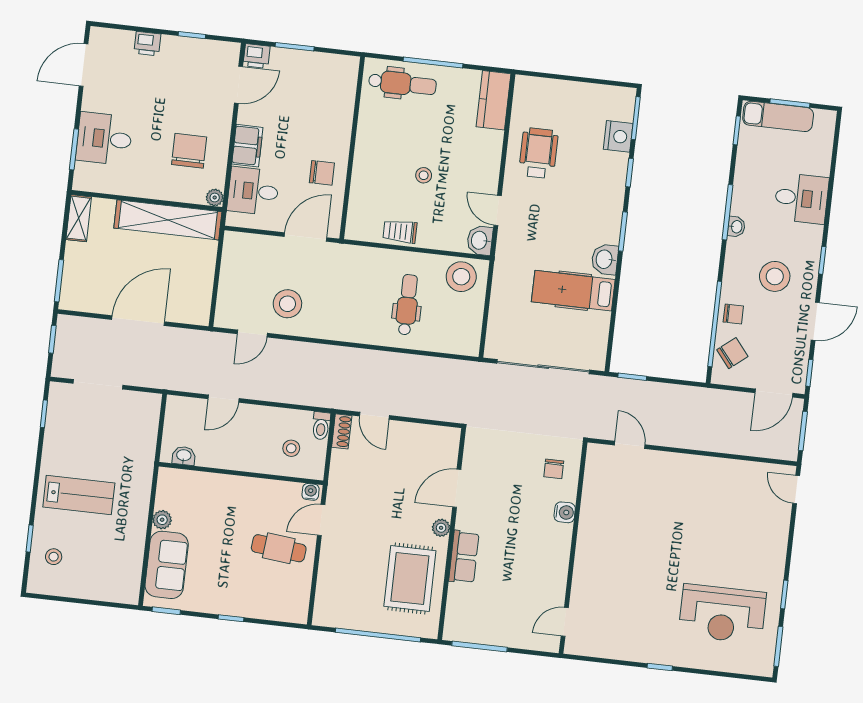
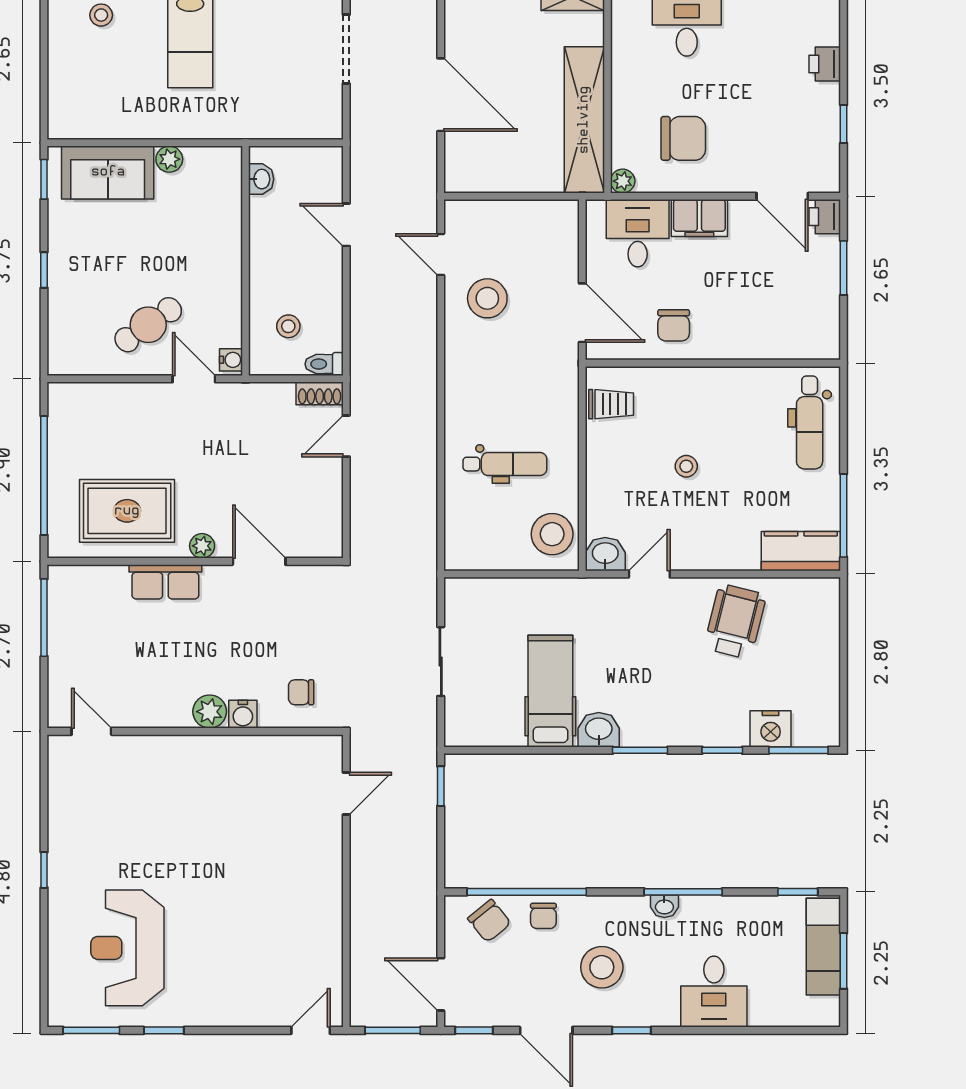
window: (433, 63) -> (844, 516), moved
wheelchair: (538, 153) -> (735, 621), turned -76
trolley: (400, 231) -> (611, 404), moved, turned 90
sliding door: (543, 367) -> (441, 662), width x0.54
plant: (560, 536) -> (210, 712), added
cafe table: (279, 548) -> (148, 325), turned 49

